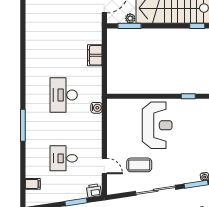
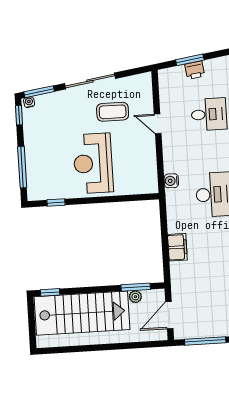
door: (104, 166) -> (158, 124), moved
printer: (94, 191) -> (195, 70), moved

